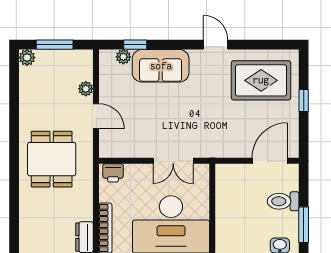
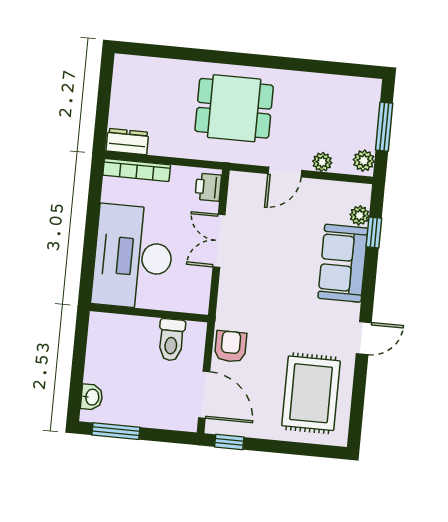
plant: (27, 58) -> (364, 161), moved
window: (304, 100) -> (229, 442), moved
armchair: (232, 144) -> (231, 346), added
double door: (173, 161) -> (219, 241), moved
toilet: (283, 201) -> (171, 340), moved, turned 180

